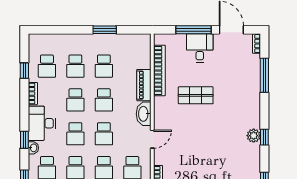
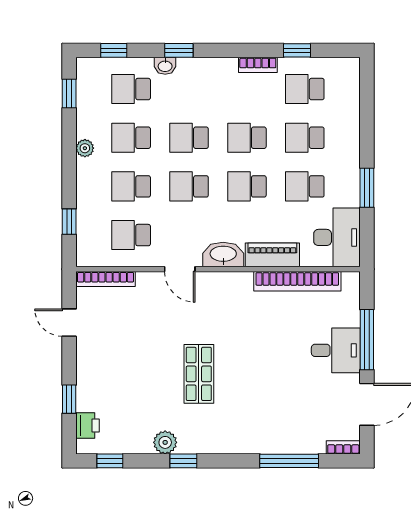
shop shelf: (196, 95) -> (199, 374), moved
desk: (42, 123) -> (337, 237), moved, turned 90
plant: (254, 136) -> (165, 442), moved

